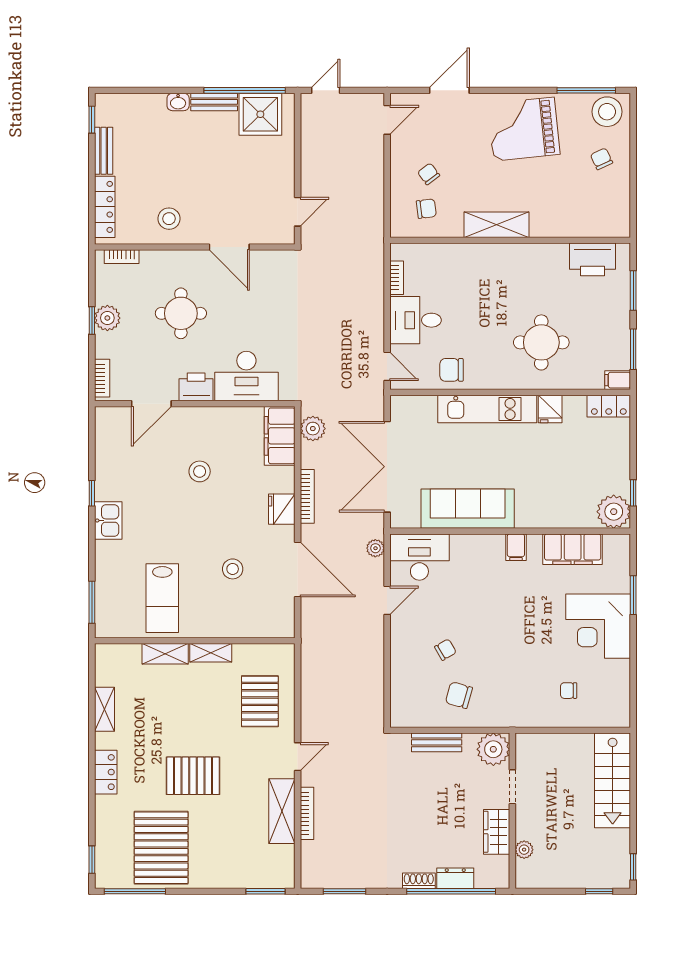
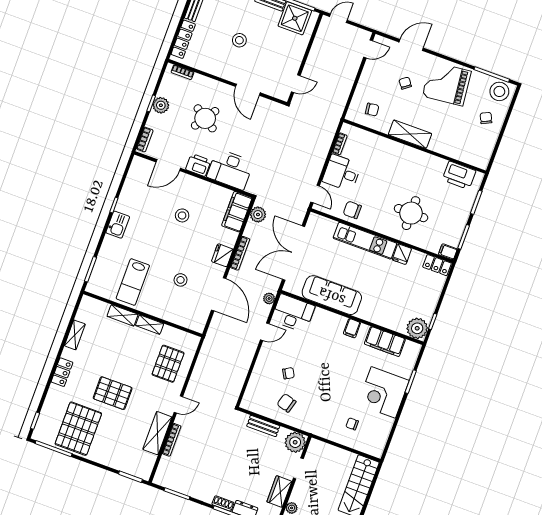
chair: (429, 174) -> (405, 83), moved
stool: (169, 219) -> (239, 40), moved
round table: (181, 313) -> (205, 118), turned 34

